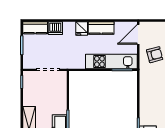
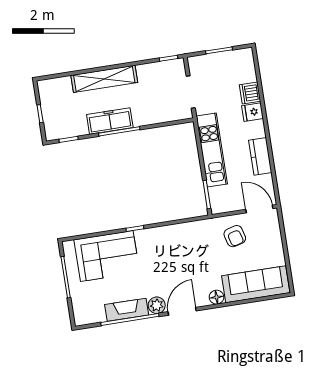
kitchen counter: (35, 28) -> (246, 65), removed
fridge: (82, 28) -> (253, 112), moved
kitchen unit: (111, 62) -> (212, 150), moved

